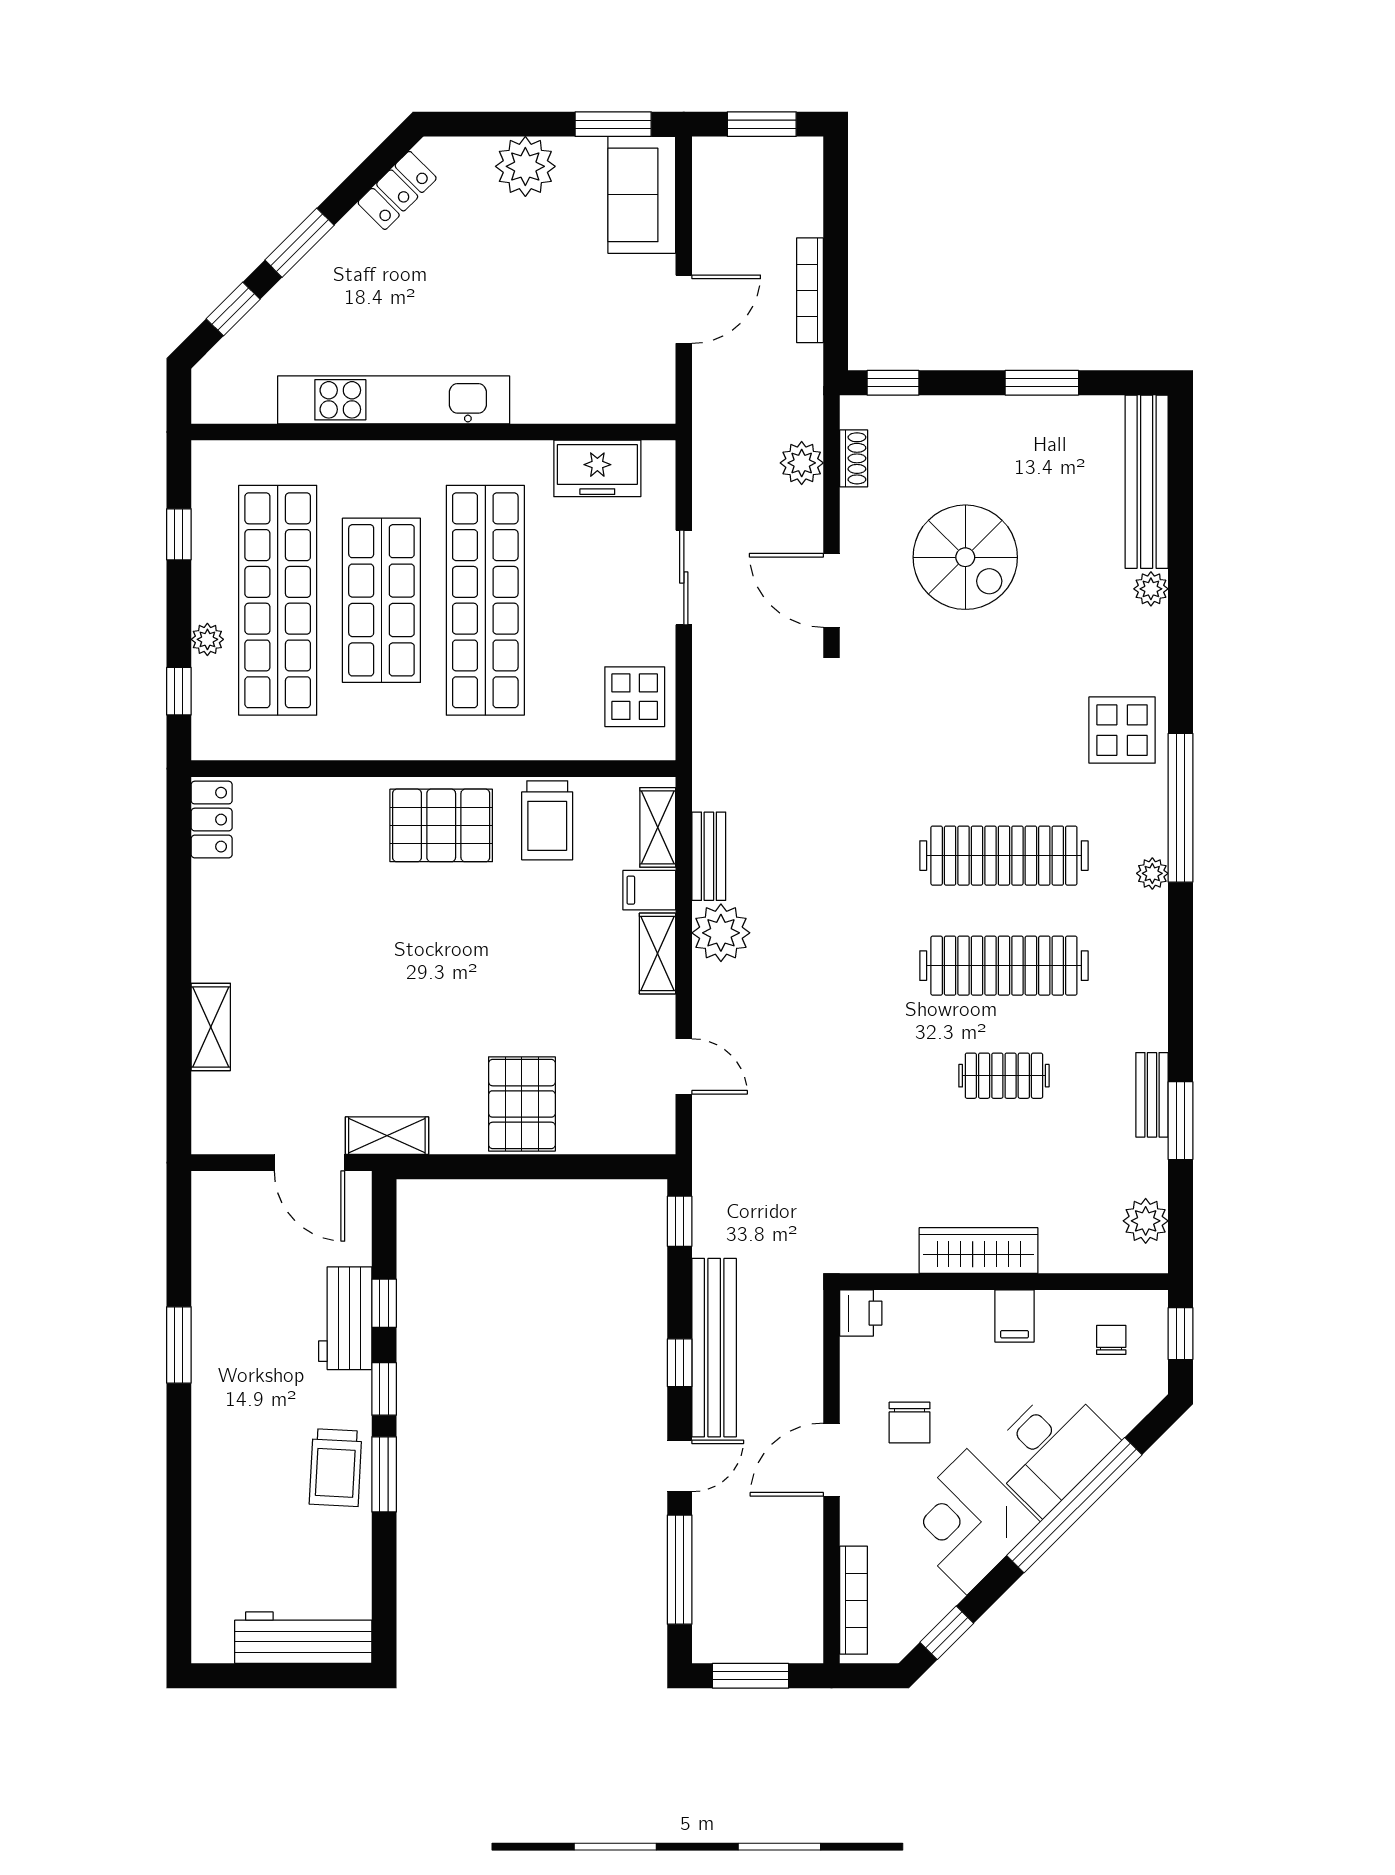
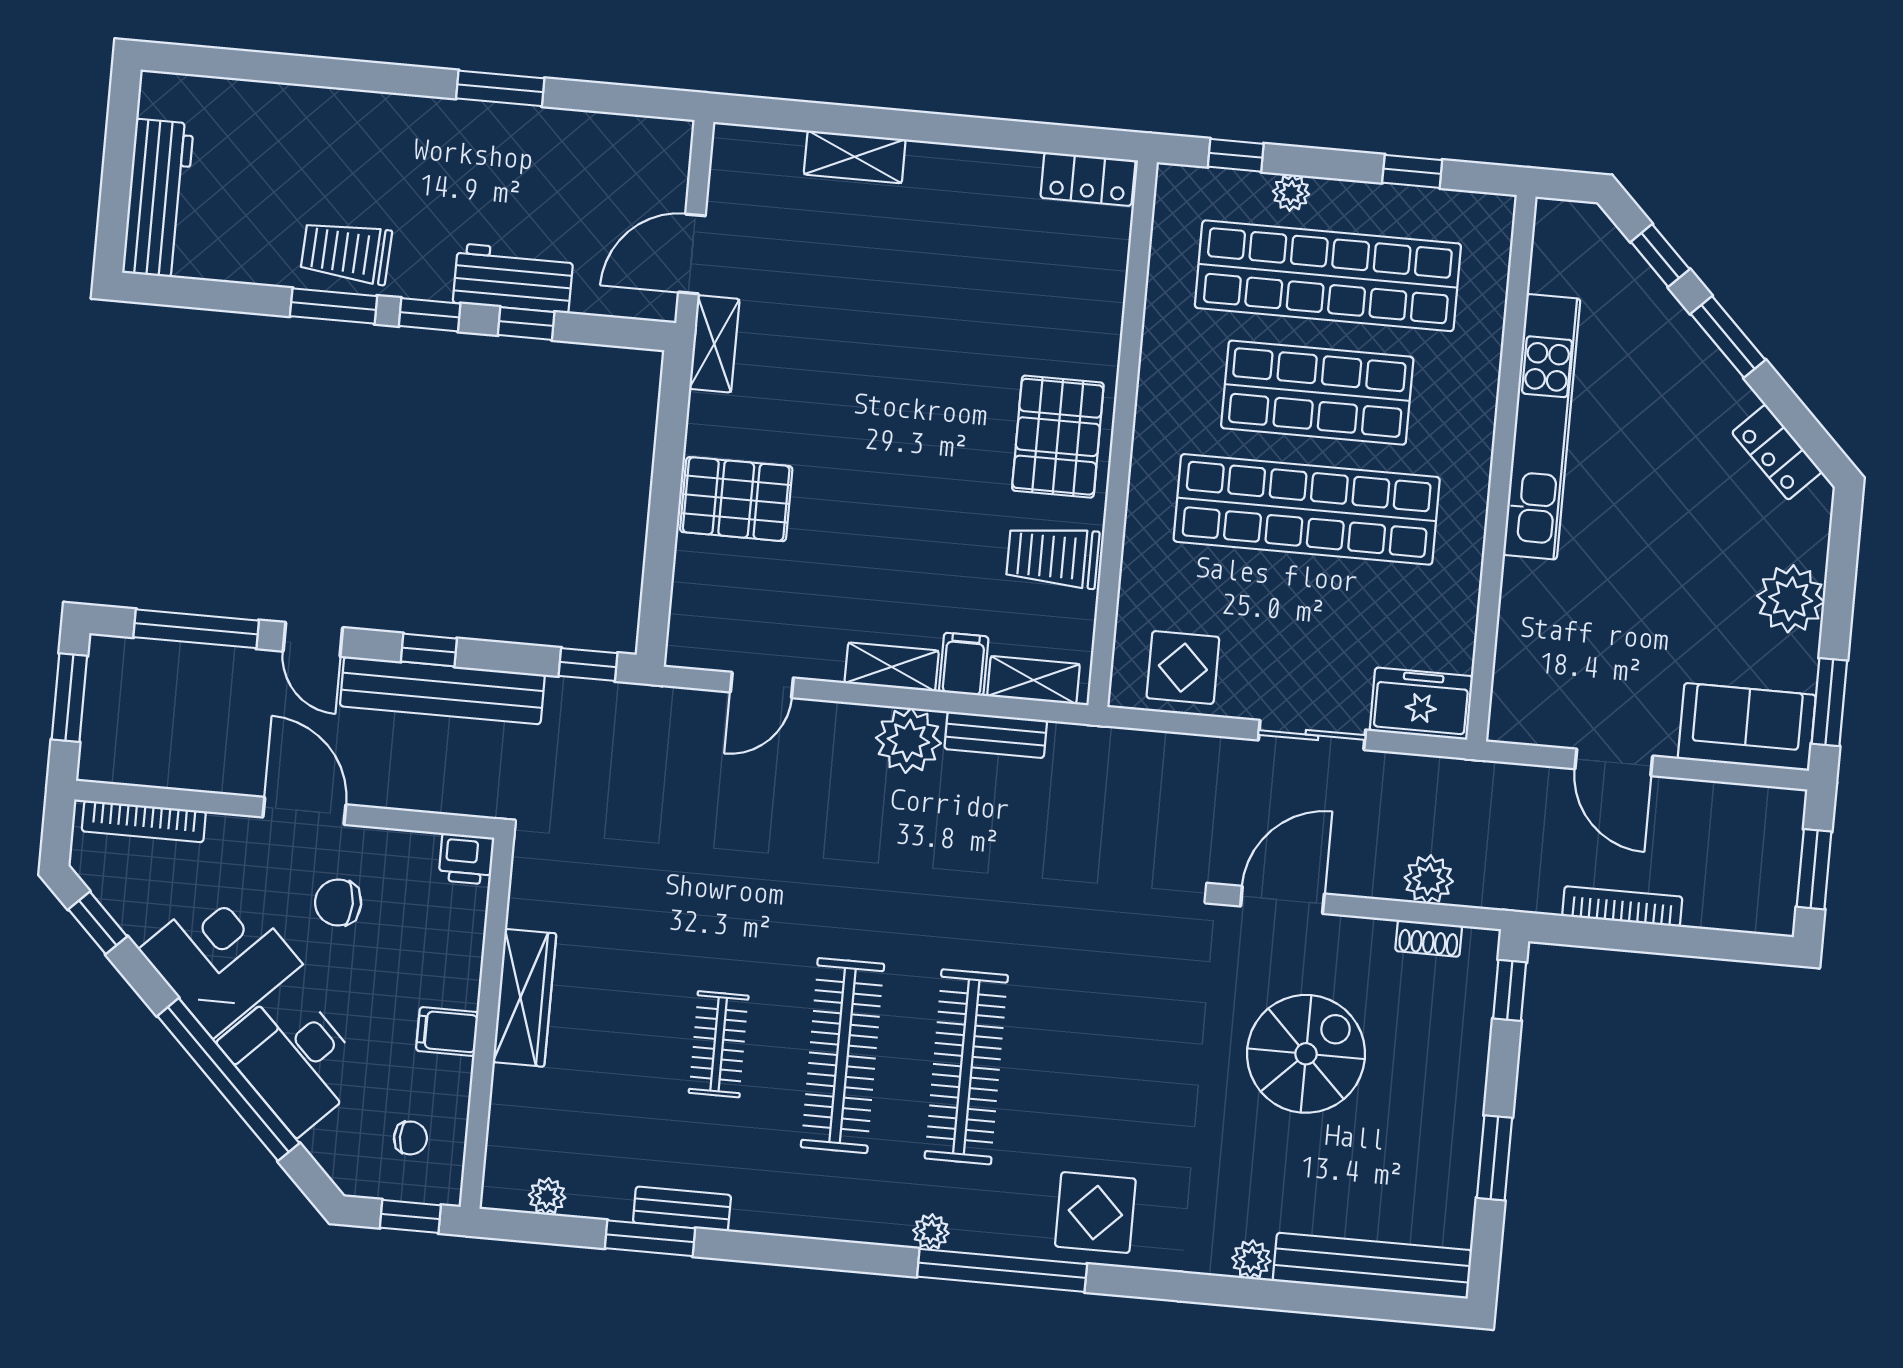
freezer: (597, 468) -> (1421, 704), moved, turned 90
spiral stairs: (965, 557) -> (1306, 1054), turned 180
plant: (1146, 1221) -> (547, 1196), width x0.73, depth x0.73

